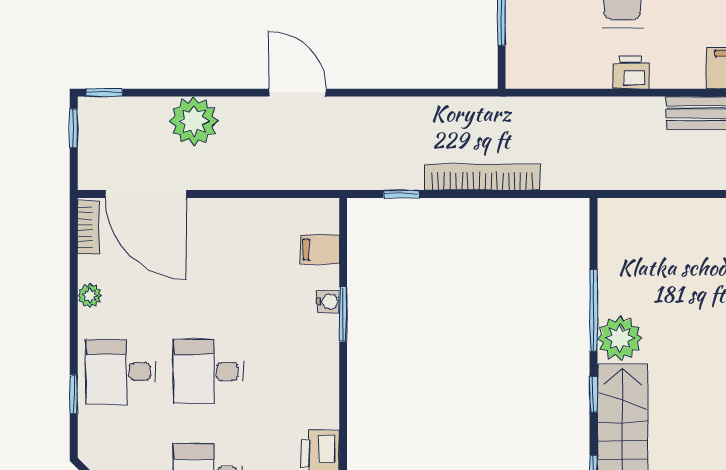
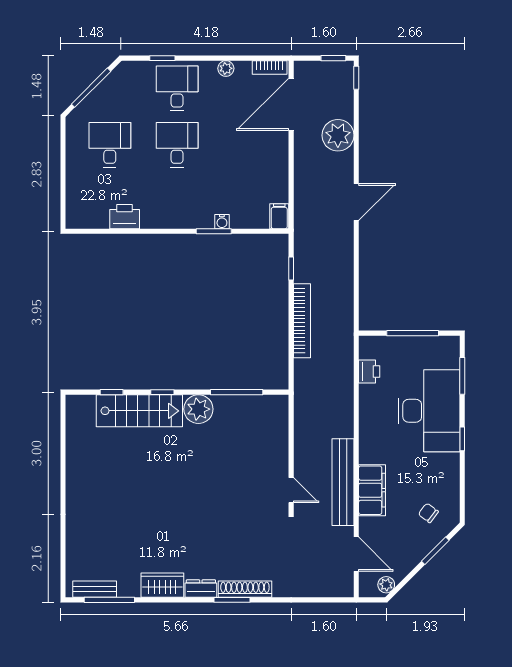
printer: (631, 73) -> (369, 372), moved
filing cabinet: (320, 249) -> (279, 216), moved
window: (594, 311) -> (237, 392), moved

